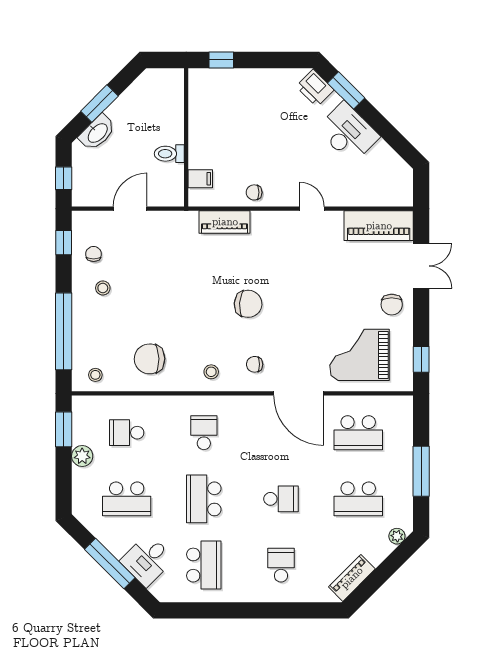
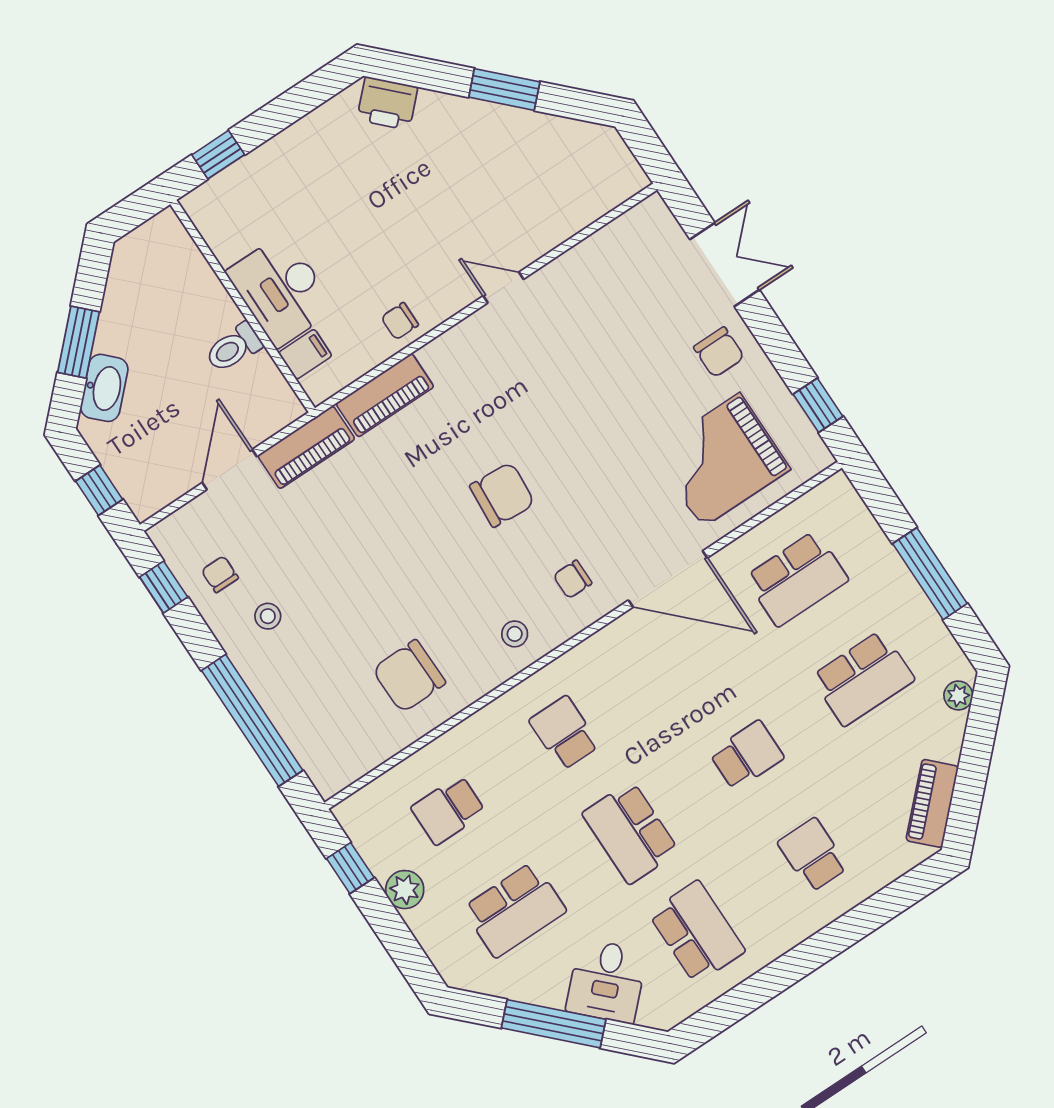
window: (346, 90) -> (504, 89), moved
desk: (348, 133) -> (281, 290), moved, turned -135
piano: (379, 226) -> (306, 447), moved, width x0.73, depth x0.75
stool: (95, 375) -> (343, 754), removed
window: (64, 429) -> (350, 868), width x0.67

